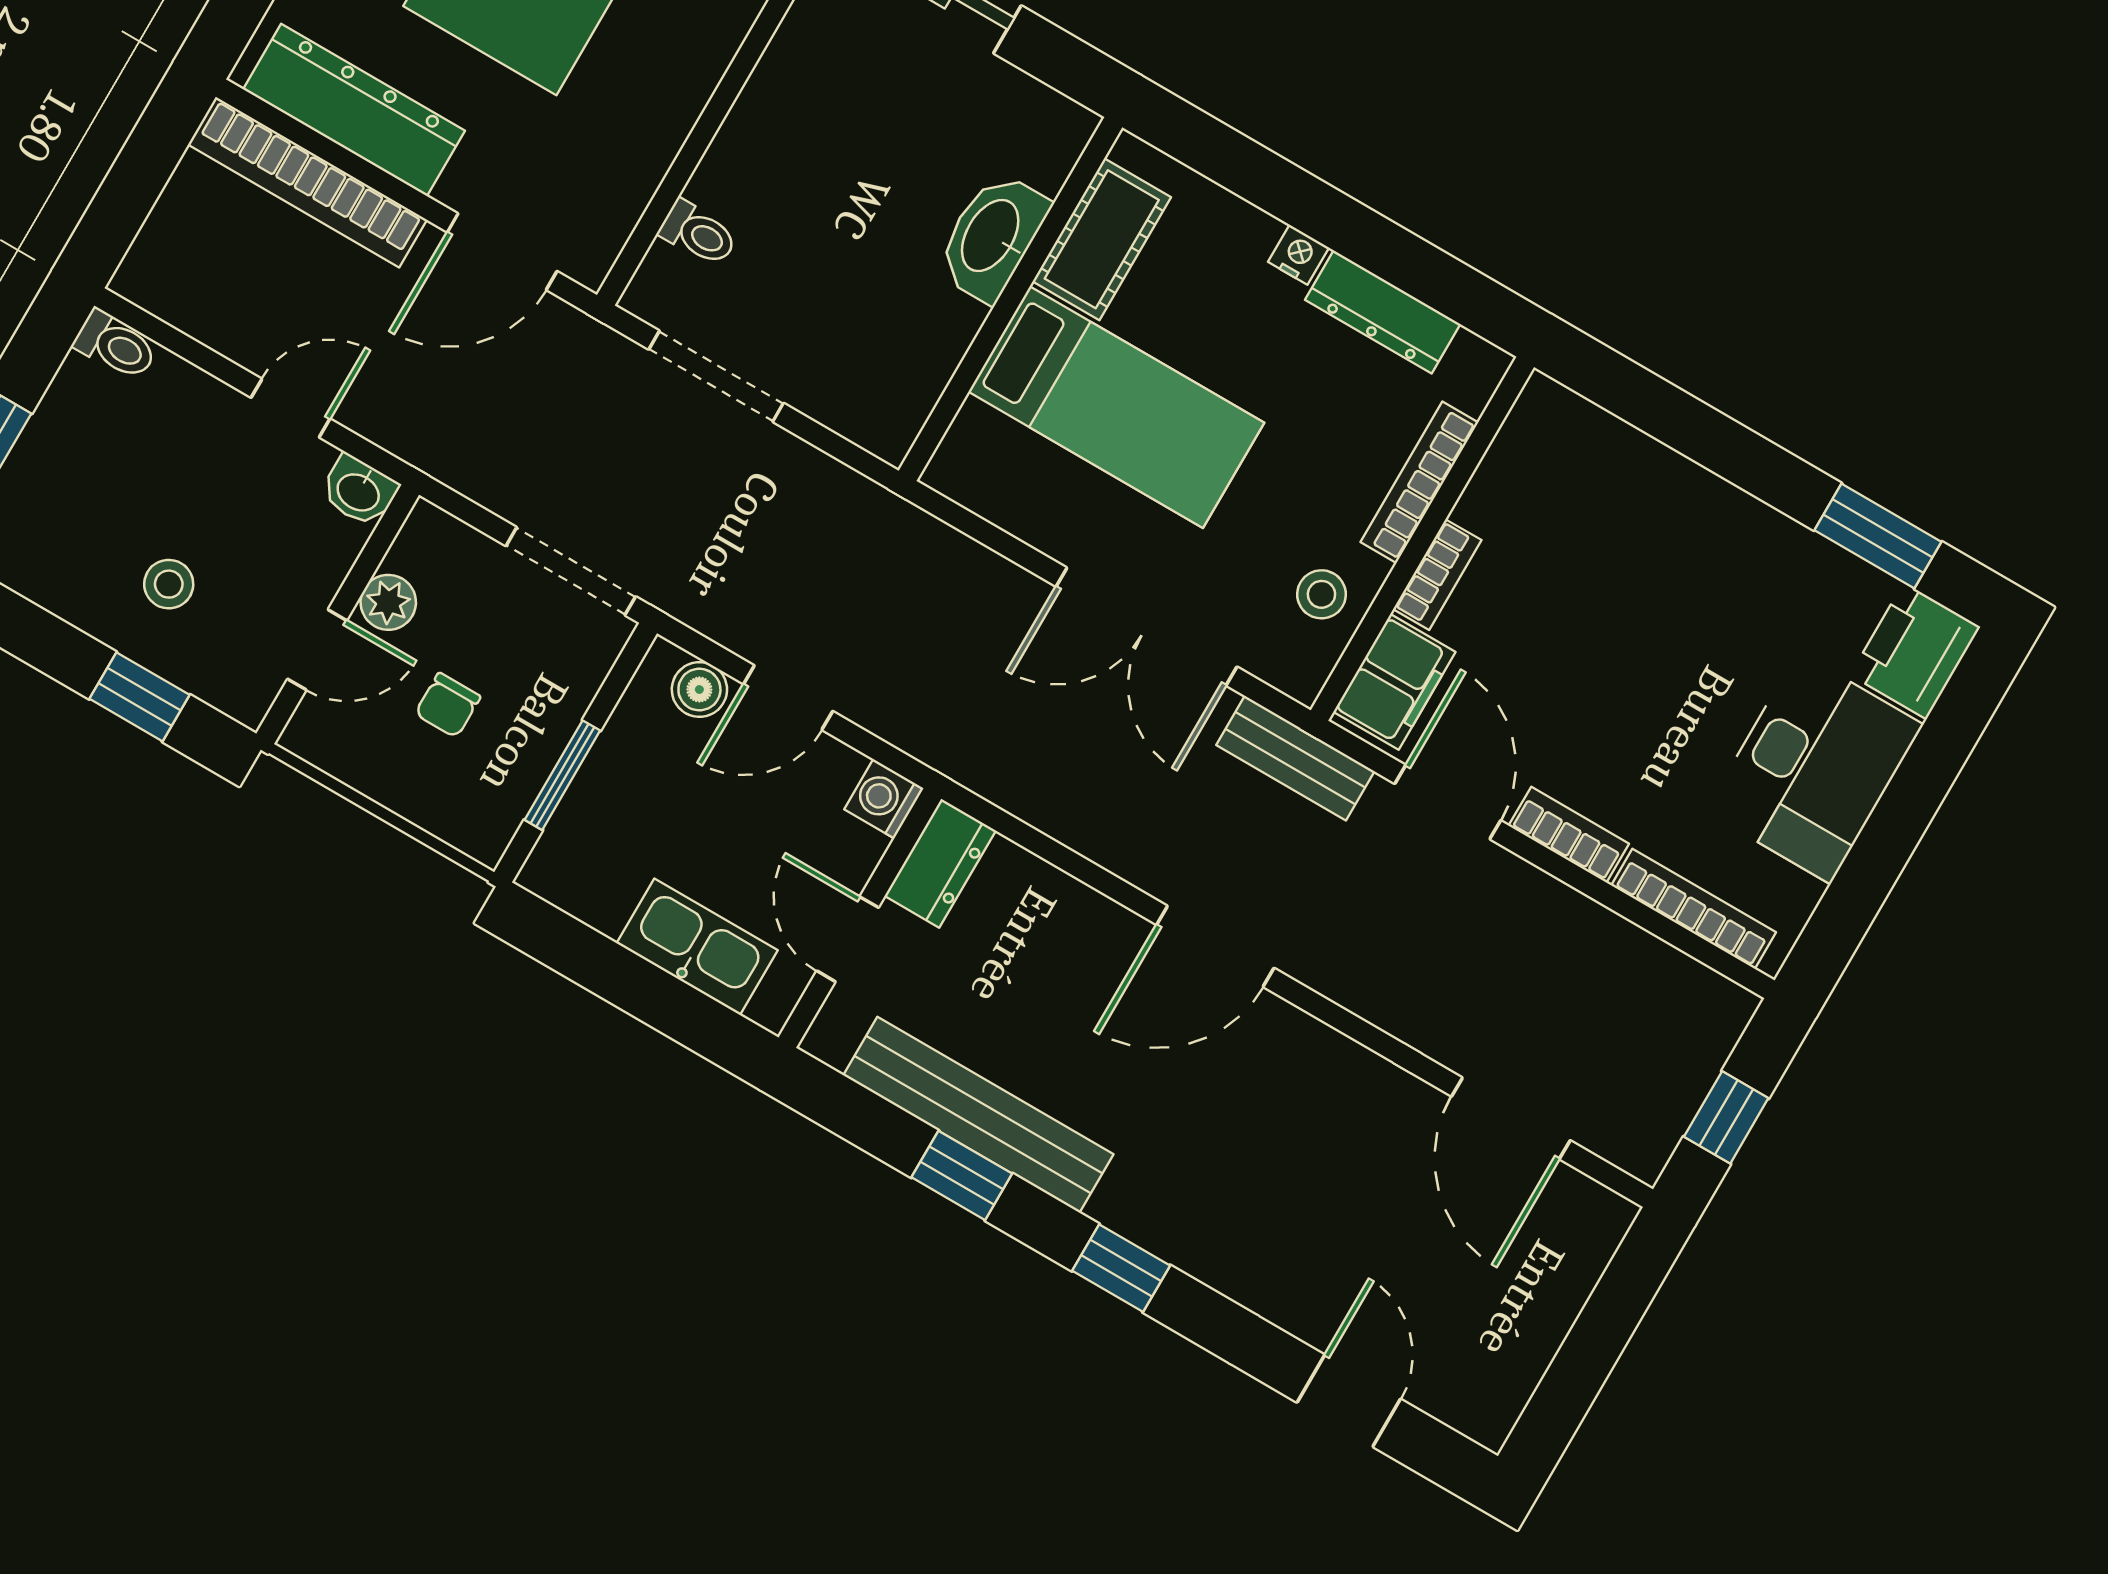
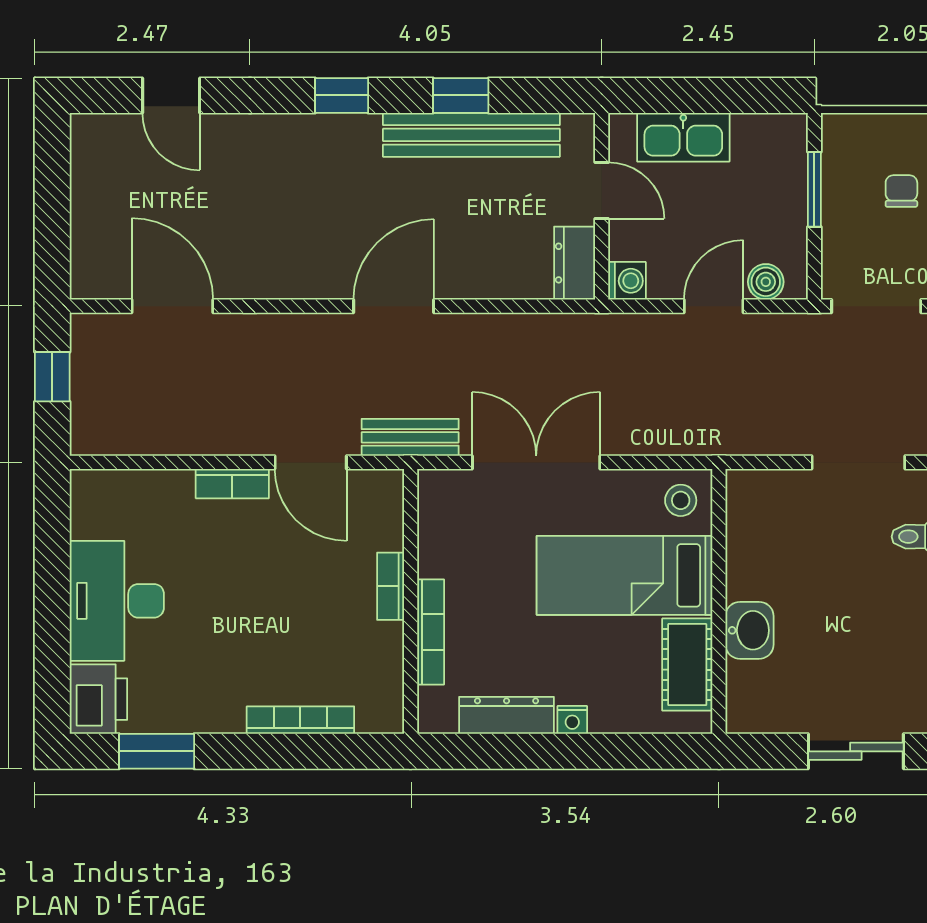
washbasin: (992, 237) -> (750, 630), width x0.72
stool: (1321, 594) -> (681, 500), moved
filing cabinet: (1394, 682) -> (380, 512), removed
bookcase: (1694, 909) -> (300, 720), moved, turned 180

